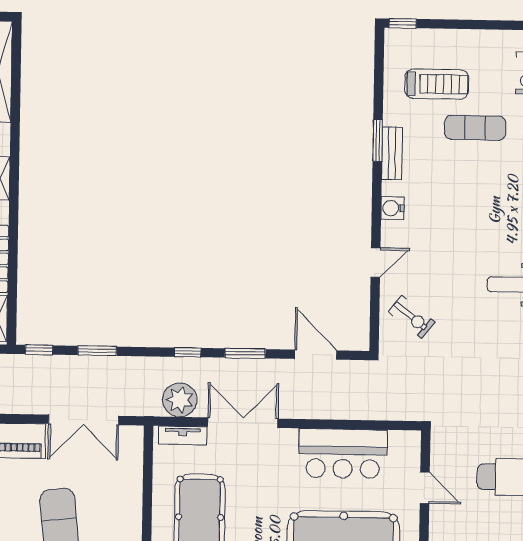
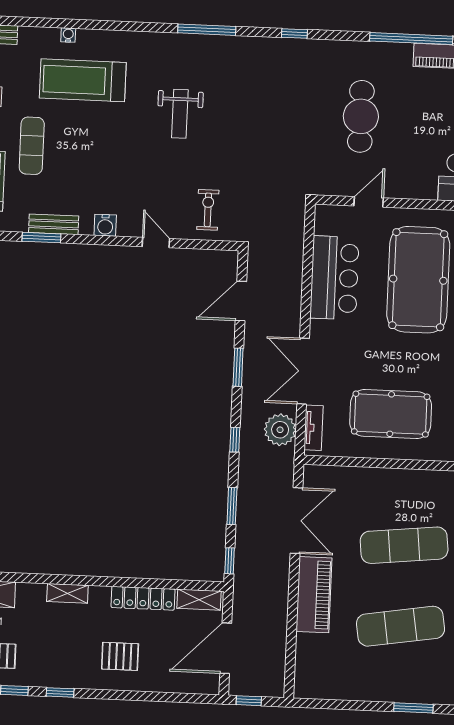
exercise bike: (412, 317) -> (208, 210), turned -38
window: (188, 352) -> (235, 440), moved

